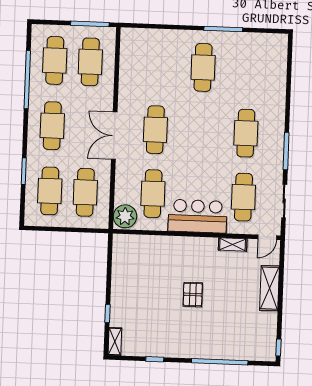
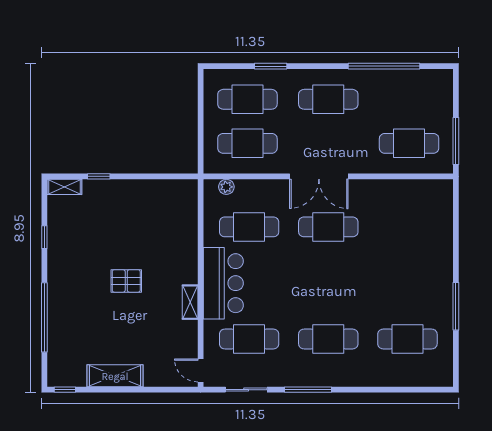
cafe table: (55, 60) -> (409, 99), removed
cafe table: (203, 67) -> (407, 339), moved
double door: (114, 136) -> (319, 176), swing flipped
plant: (125, 216) -> (226, 187), width x0.53, depth x0.53
shelving: (233, 244) -> (190, 302), moved
shelving: (270, 288) -> (115, 376), moved

